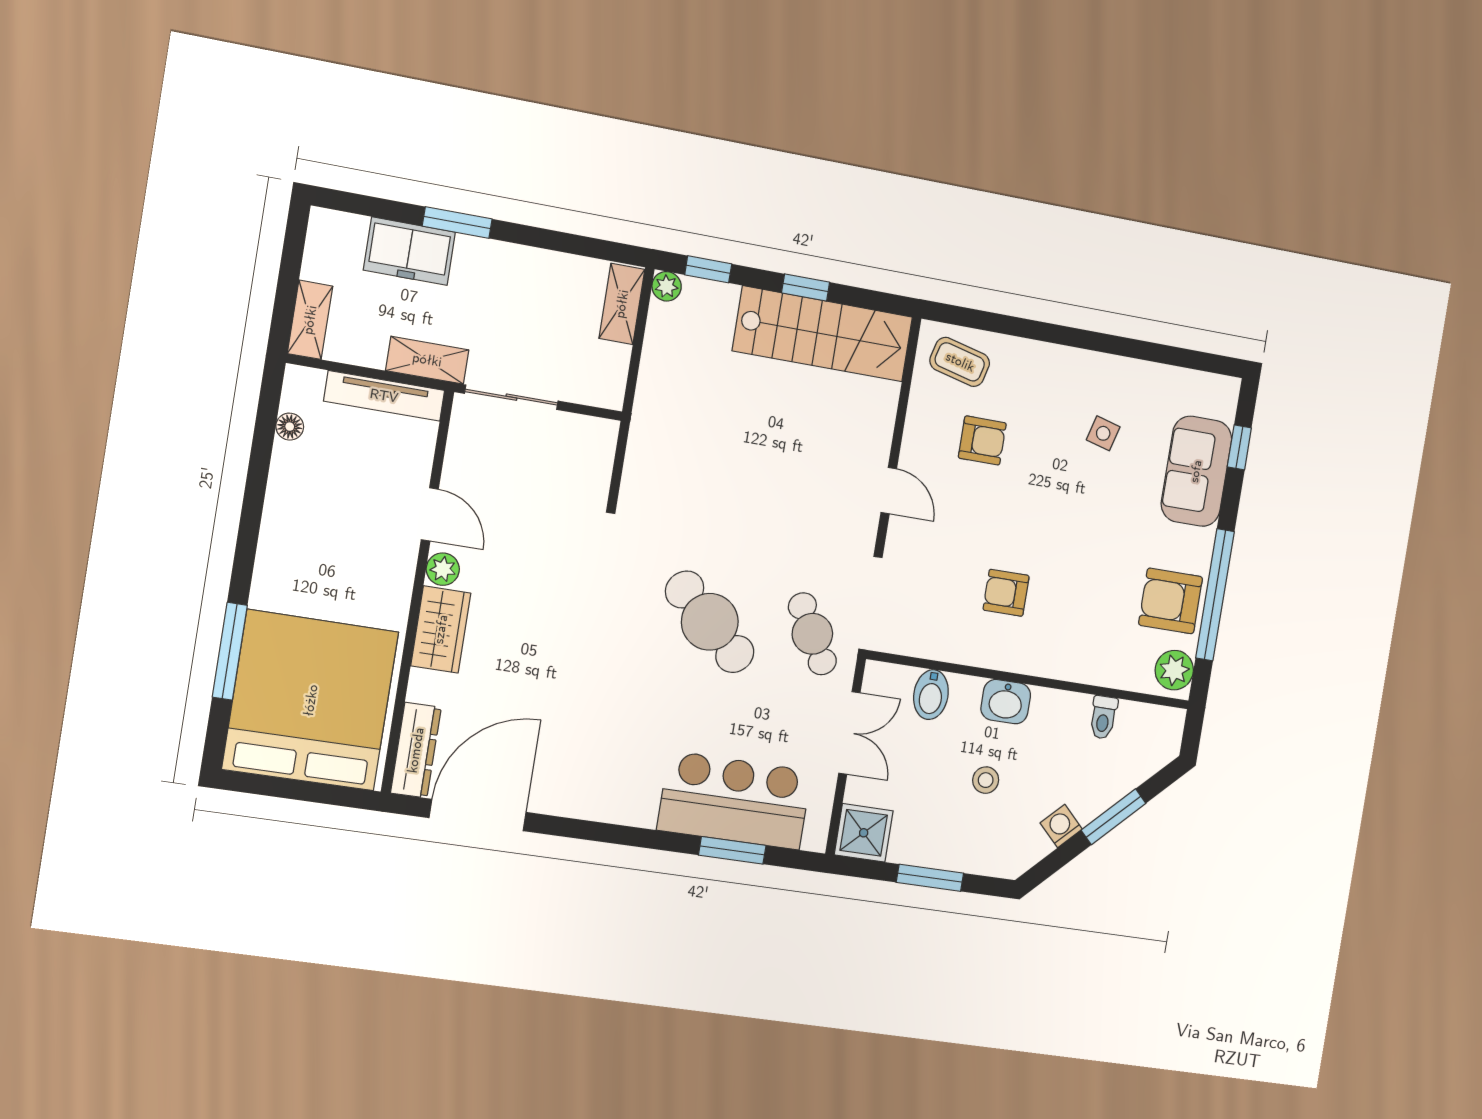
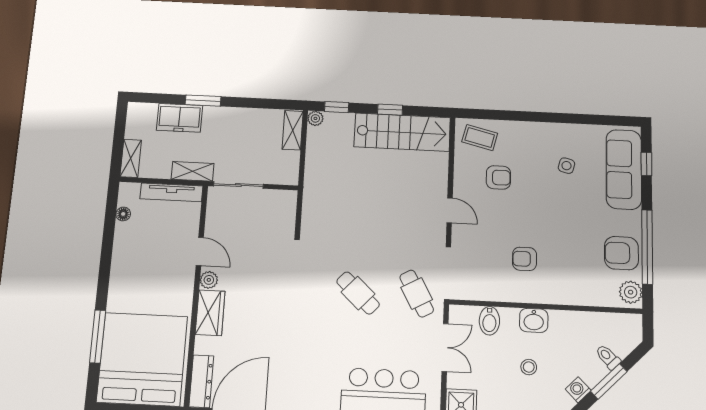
sofa: (1196, 471) -> (624, 169), width x1.36
cafe table: (710, 622) -> (358, 293), width x0.73, depth x0.74
toilet: (1103, 717) -> (608, 357), moved, turned 135

